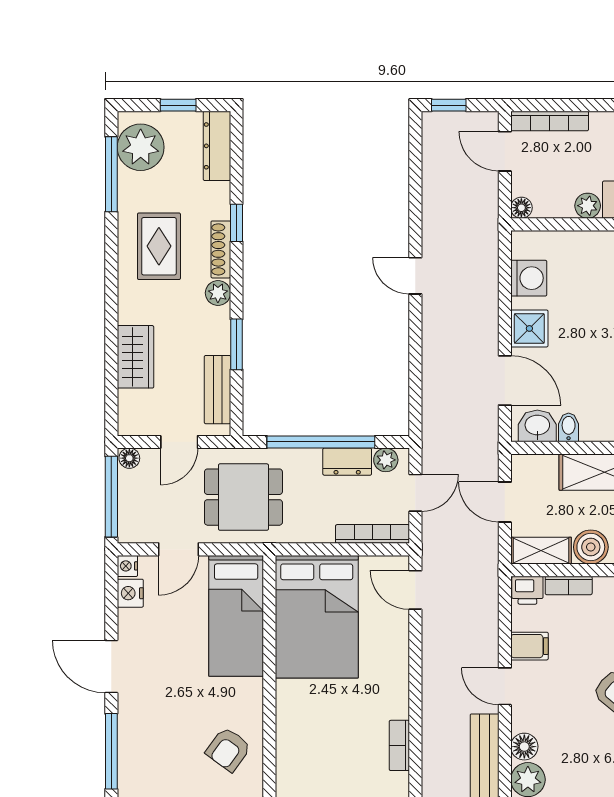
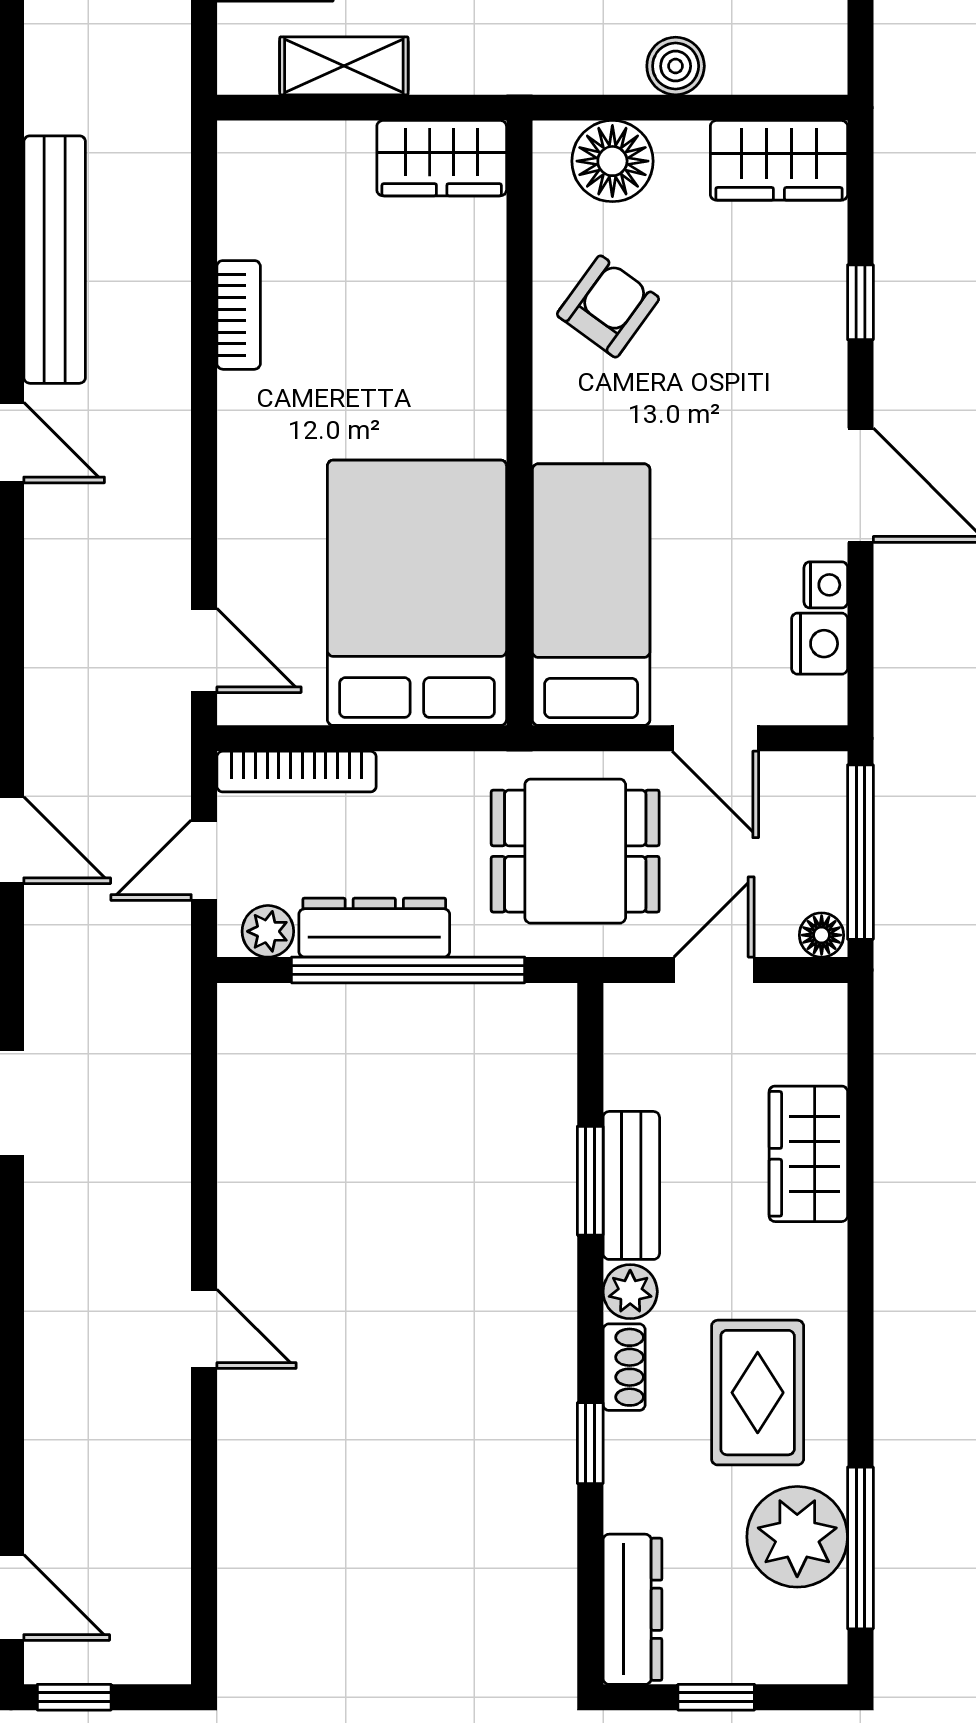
window: (449, 105) -> (74, 1697), moved
plant: (141, 147) -> (797, 1537), moved
shoe rack: (221, 249) -> (624, 1367), width x0.70
bench: (217, 390) -> (631, 1185), moved
dresser: (347, 462) -> (374, 928), width x1.44
door: (179, 549) -> (715, 738), swing flipped
nightstand: (127, 566) -> (826, 585), moved
window: (111, 751) -> (860, 302), width x0.46

